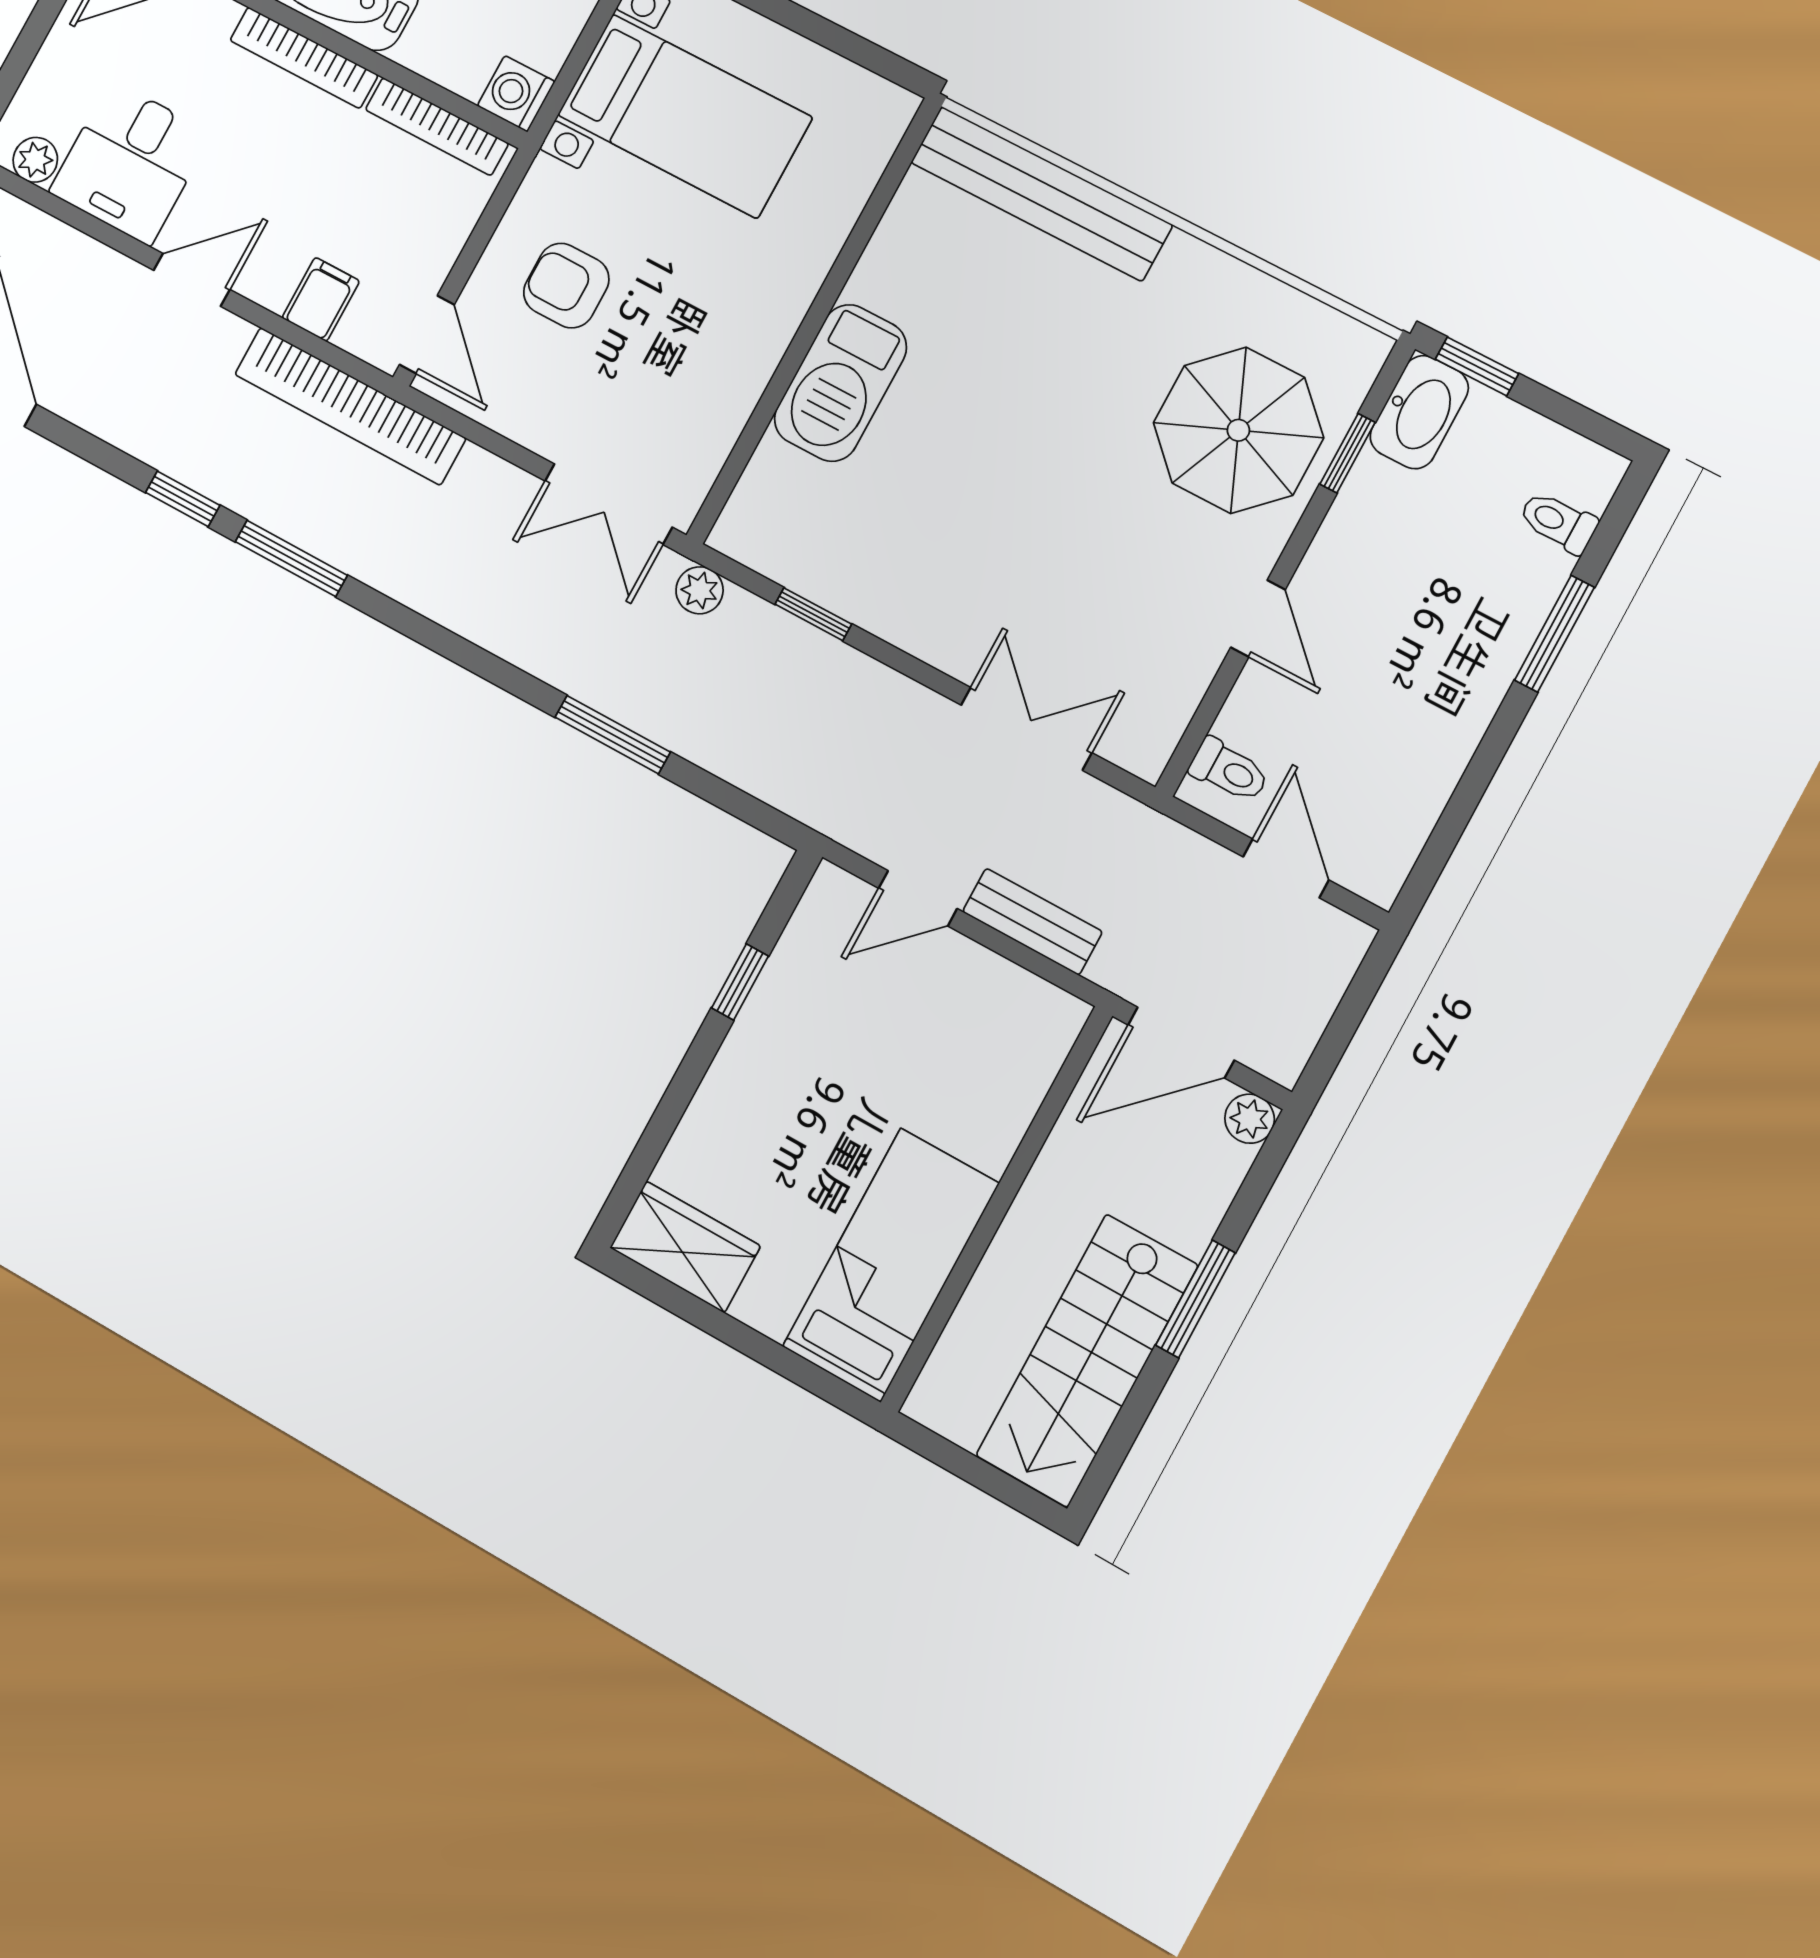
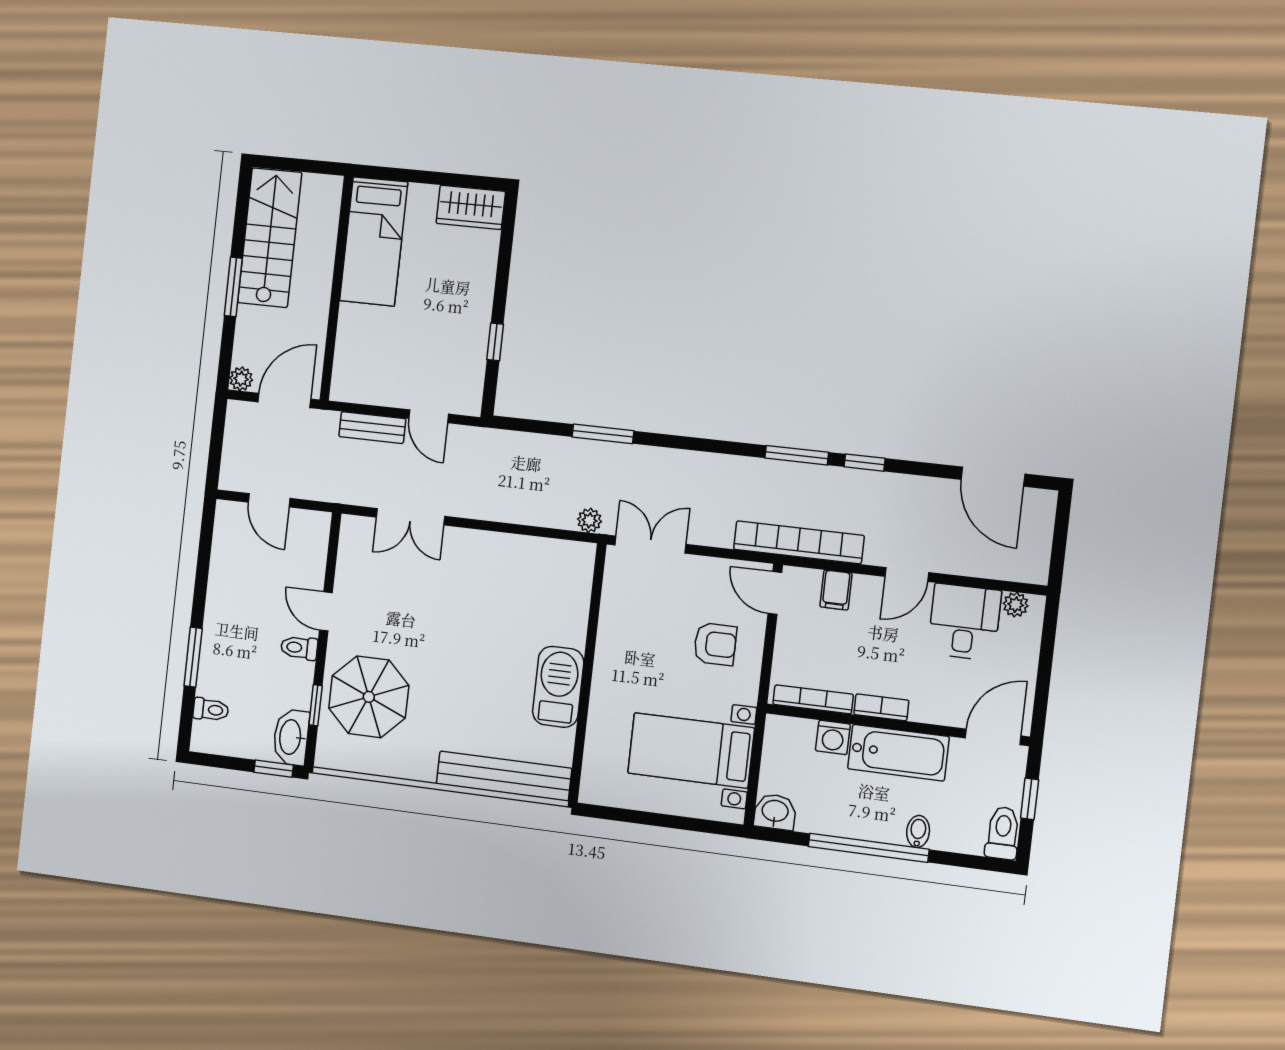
bookcase: (304, 58) -> (881, 707), width x0.64
washing machine: (516, 94) -> (833, 737), moved, turned 90
barbecue: (840, 383) -> (558, 687), moved
window: (813, 614) -> (531, 531), removed
toilet: (1229, 770) -> (299, 648), moved
door: (918, 898) -> (429, 416), swing flipped

